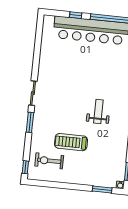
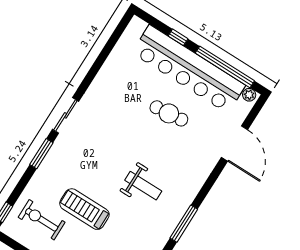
cafe table: (92, 62) -> (169, 113), added
weight bench: (98, 111) -> (143, 186), turned 90

